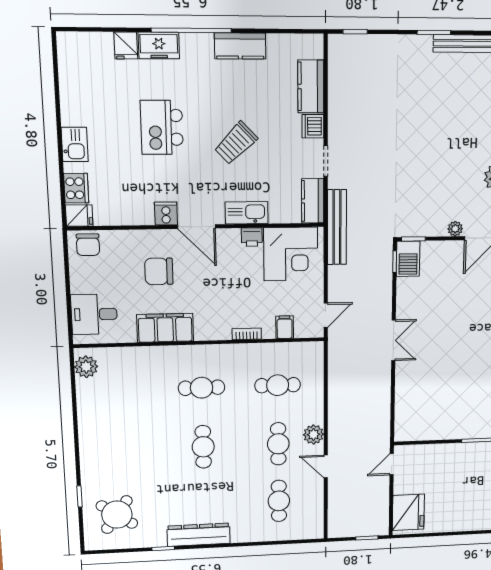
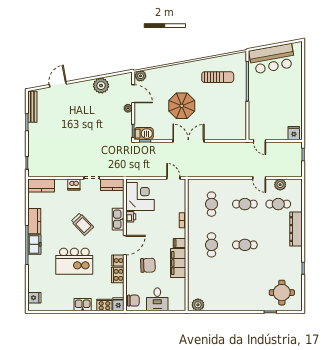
fridge: (126, 45) -> (34, 298), moved
freezer: (159, 46) -> (34, 244), moved
kitchen counter: (311, 86) -> (41, 186), moved
kitchen island: (162, 127) -> (74, 261), width x1.37, depth x1.28
cooker: (138, 214) -> (118, 275), added
bench: (337, 227) -> (126, 172), removed
chair: (159, 271) -> (148, 265), turned -92
desk: (94, 314) -> (157, 299), moved
filing cabinet: (285, 327) -> (179, 243), moved
parasol: (457, 327) -> (182, 106), added
double door: (393, 340) -> (188, 141), width x1.37
plant: (314, 434) -> (280, 185), moved
door: (326, 466) -> (259, 178), hinge flipped
fridge: (408, 512) -> (294, 133), width x0.53, depth x0.75
round table: (117, 515) -> (282, 293), turned -35
dresser: (199, 535) -> (296, 229), moved

